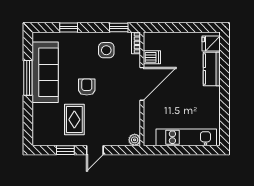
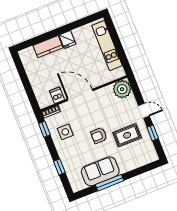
fridge: (211, 43) -> (67, 40), moved
sofa: (45, 72) -> (100, 171), width x0.73
plant: (135, 140) -> (122, 89), width x1.87, depth x1.87

